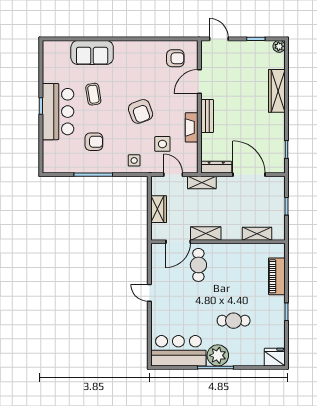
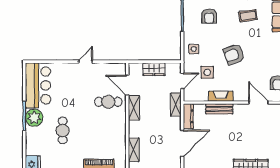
bench: (207, 116) -> (219, 109), moved

